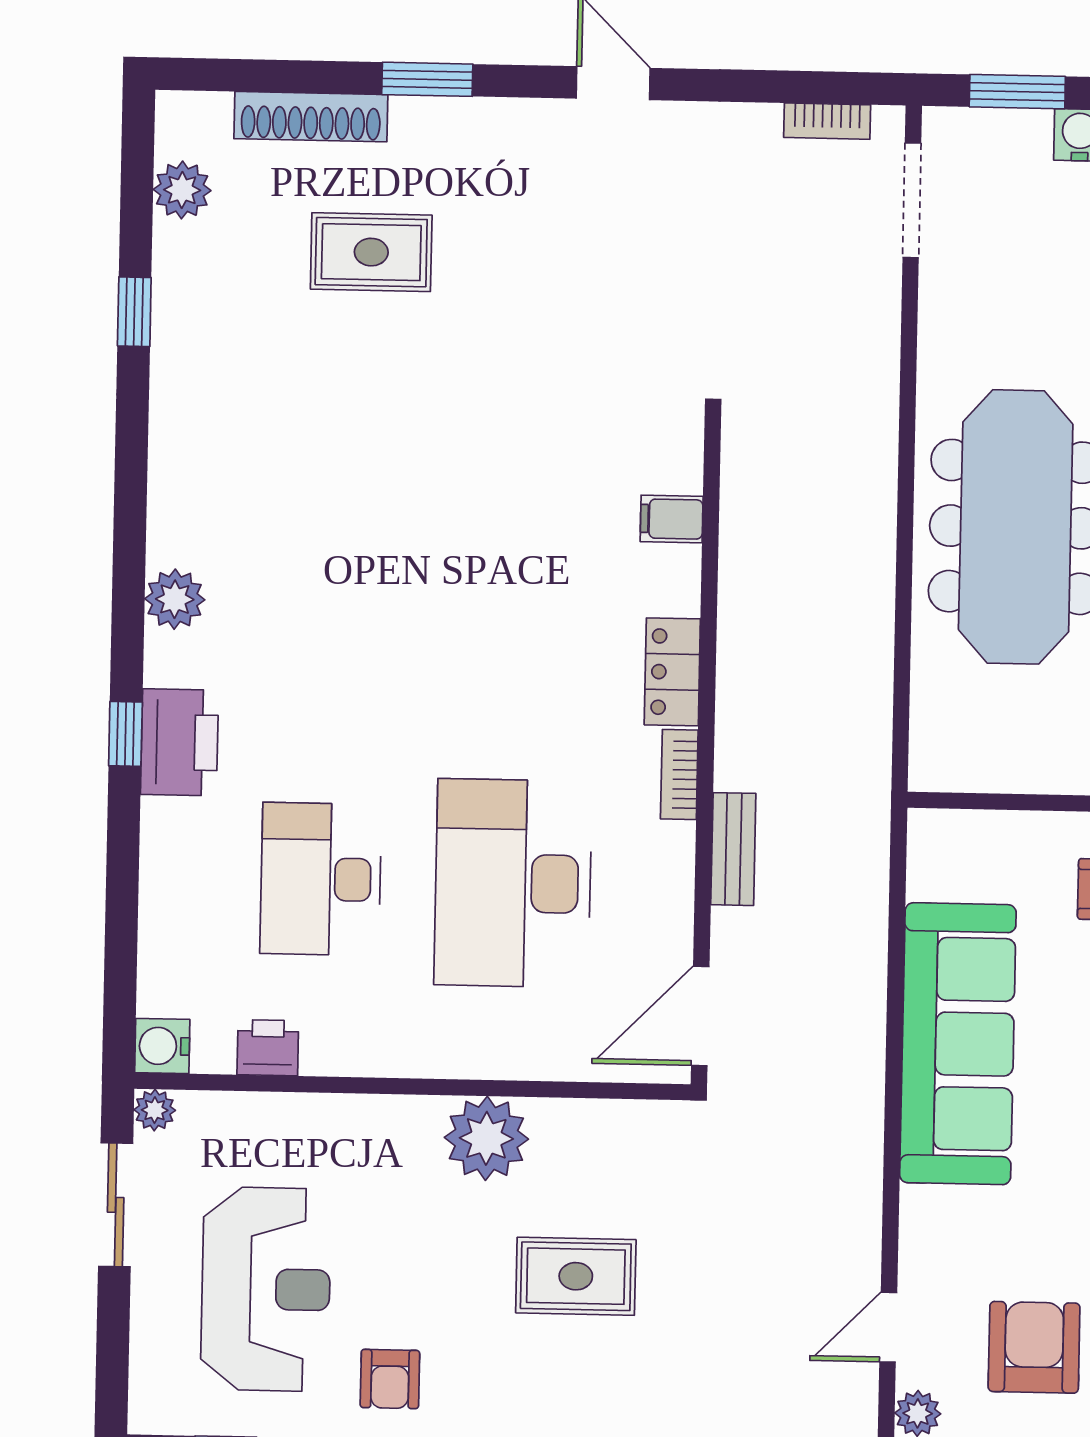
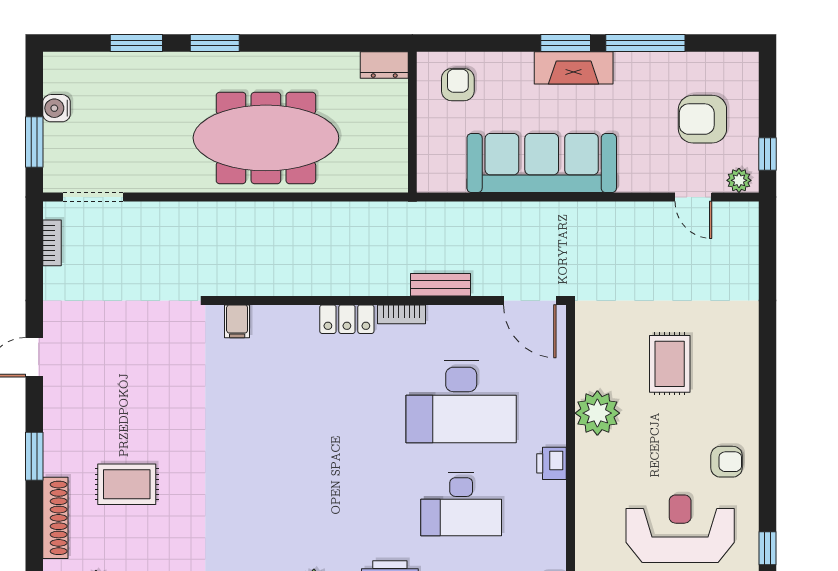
rug: (371, 252) -> (127, 484), turned 90
filing cabinet: (672, 519) -> (237, 321), moved
printer: (268, 1048) -> (552, 463), moved

